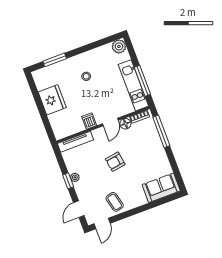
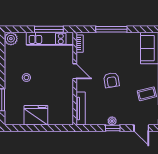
dishwasher: (89, 121) -> (67, 90), removed
floor lamp: (125, 124) -> (81, 58), removed
window: (161, 131) -> (111, 29), moved

